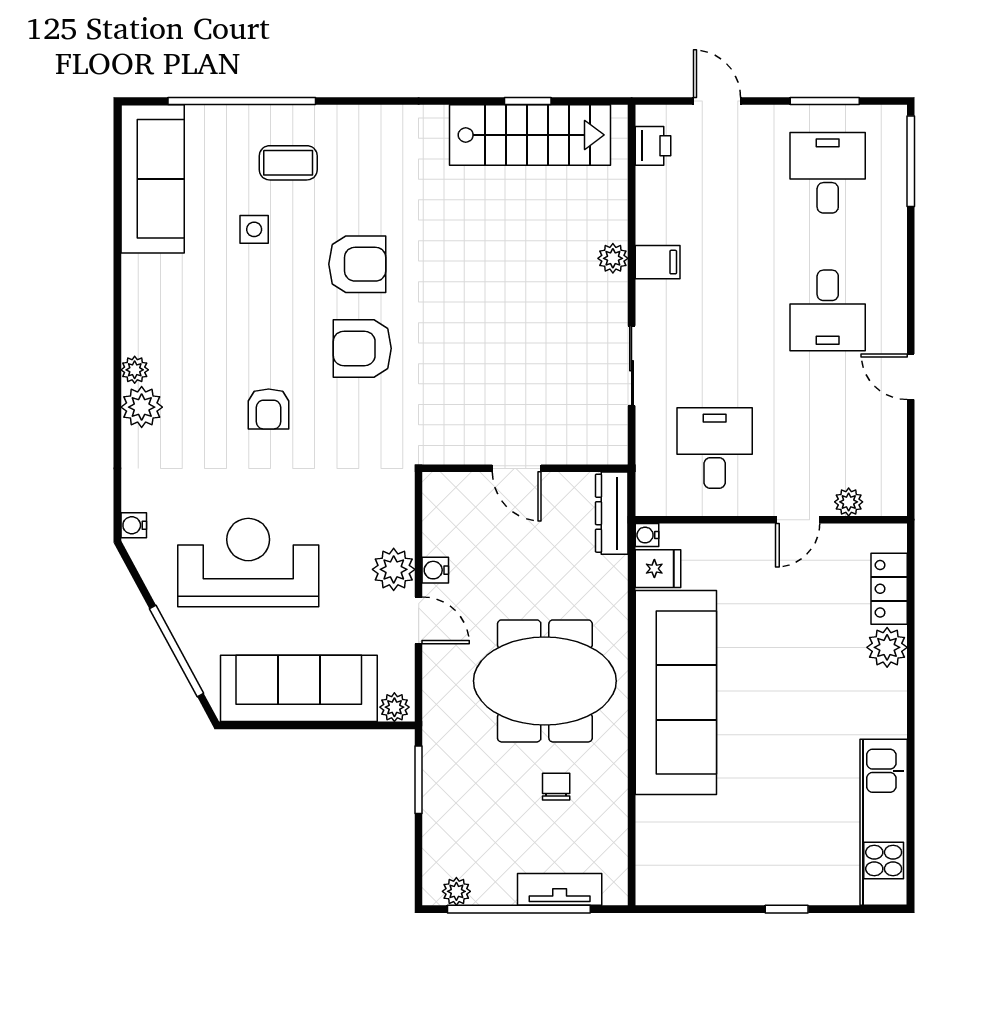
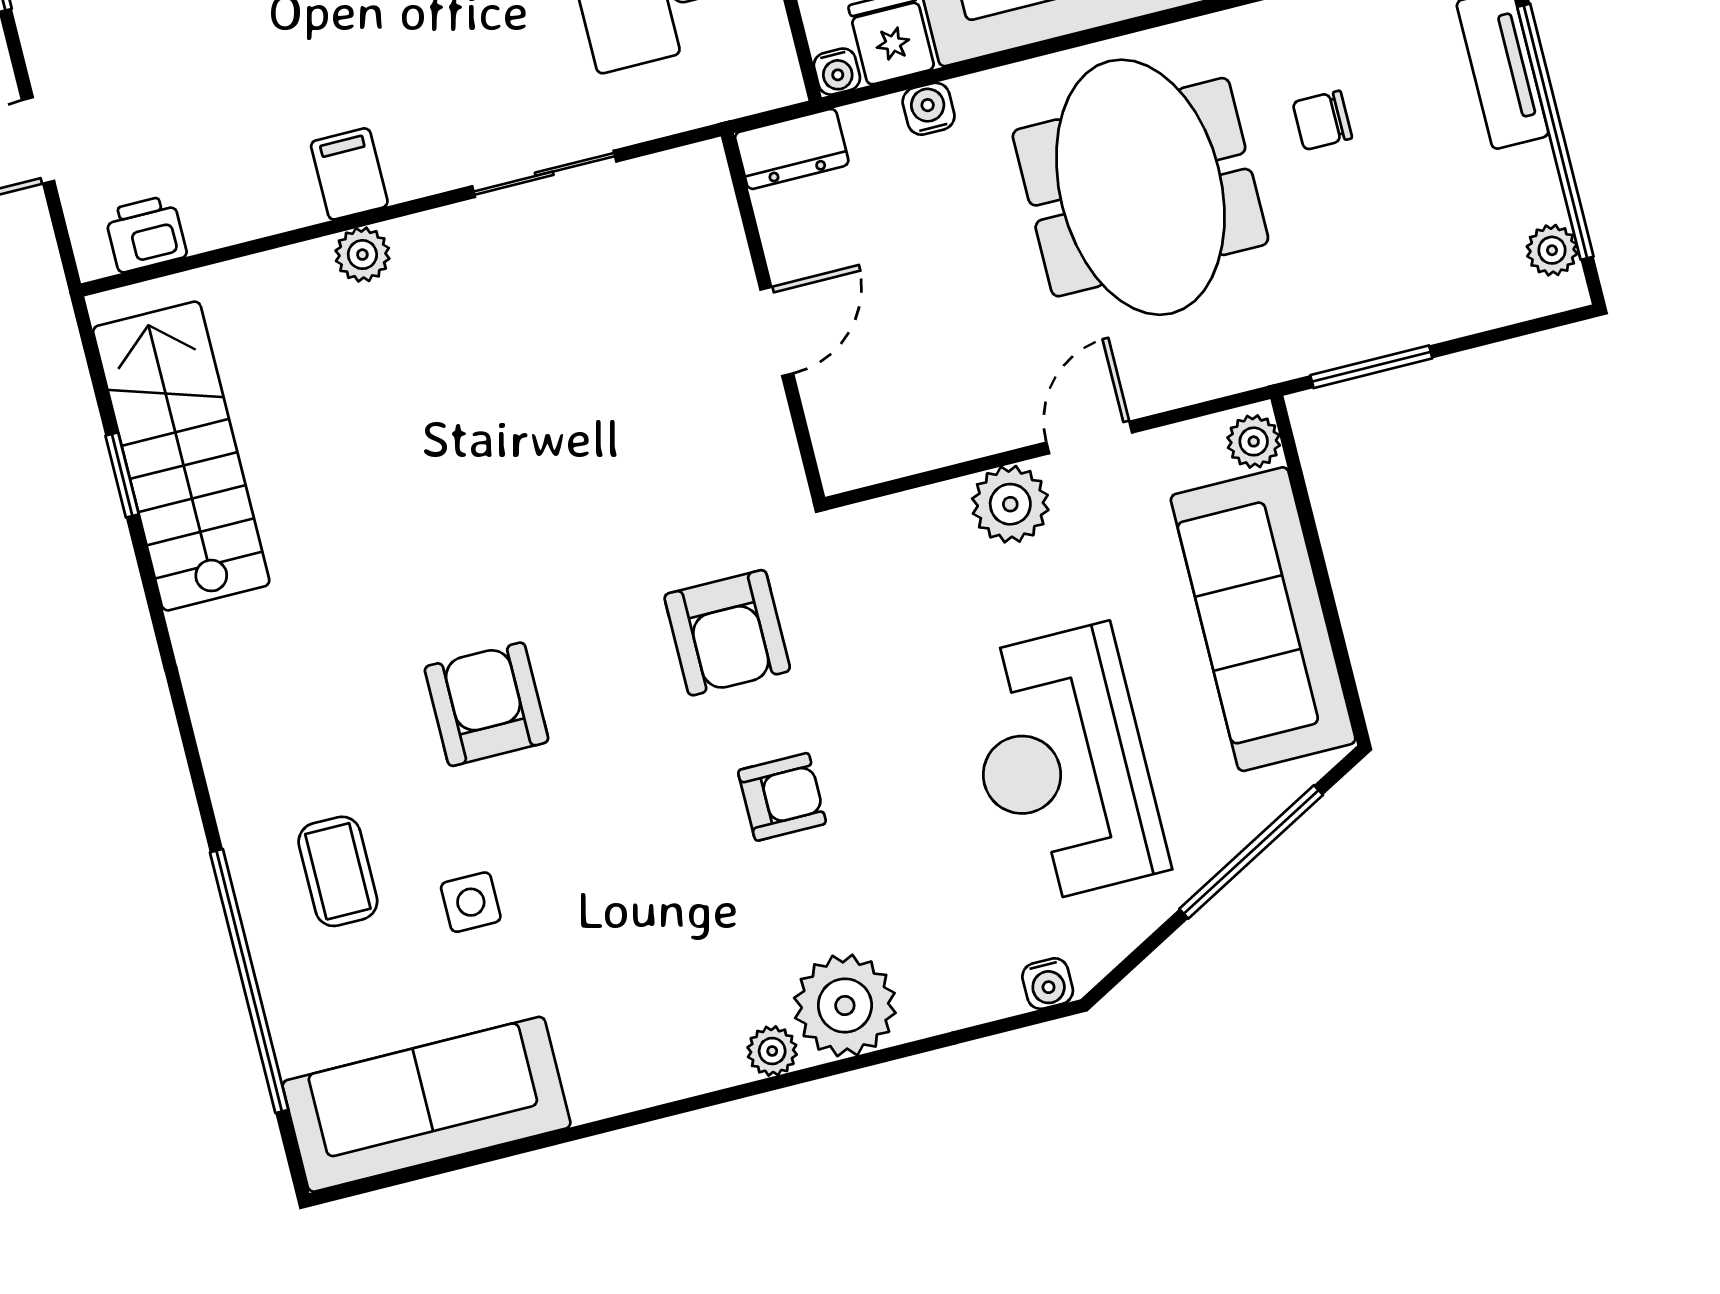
armchair: (362, 348) -> (727, 633), moved
plant: (142, 407) -> (845, 1005), width x1.36, depth x1.36
dresser: (612, 513) -> (792, 149), width x0.70
water cooler: (435, 570) -> (929, 109), moved, turned 180

